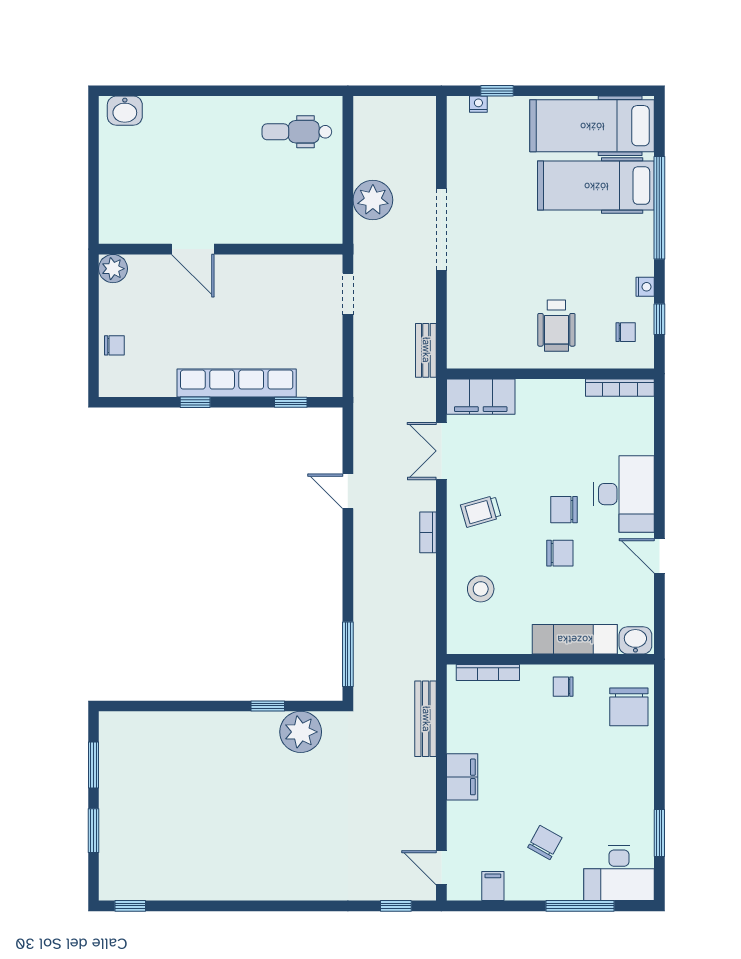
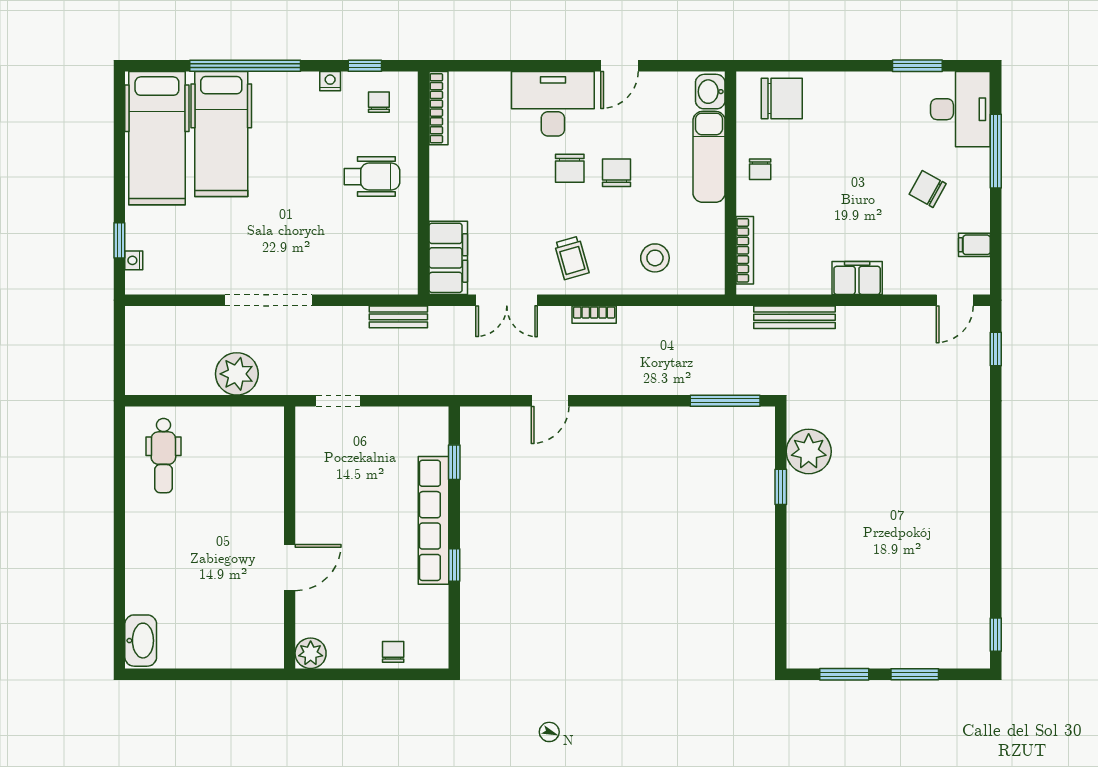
washbasin: (125, 111) -> (141, 641), width x1.38

